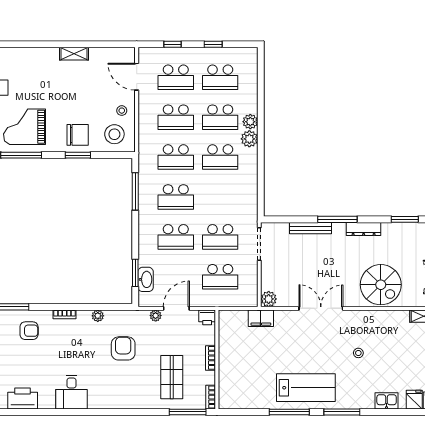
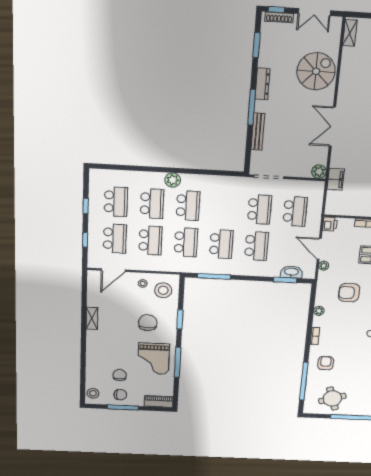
plant: (250, 122) -> (157, 178), removed
chair: (78, 135) -> (148, 323), moved

